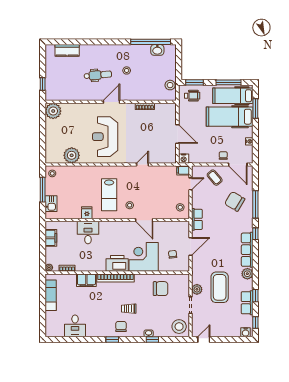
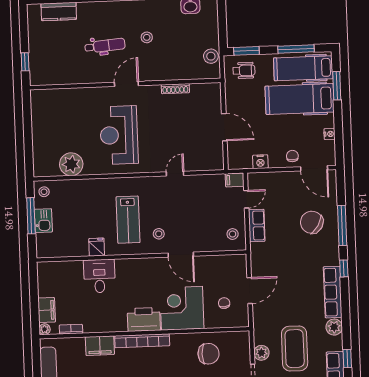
plant: (53, 111) -> (42, 101), removed
nightstand: (184, 159) -> (260, 162), moved
coffee table: (215, 178) -> (281, 189), removed
kitchen sink: (51, 204) -> (43, 221), moved
row of seats: (197, 219) -> (257, 225), moved
filing cabinet: (51, 238) -> (47, 310), moved

